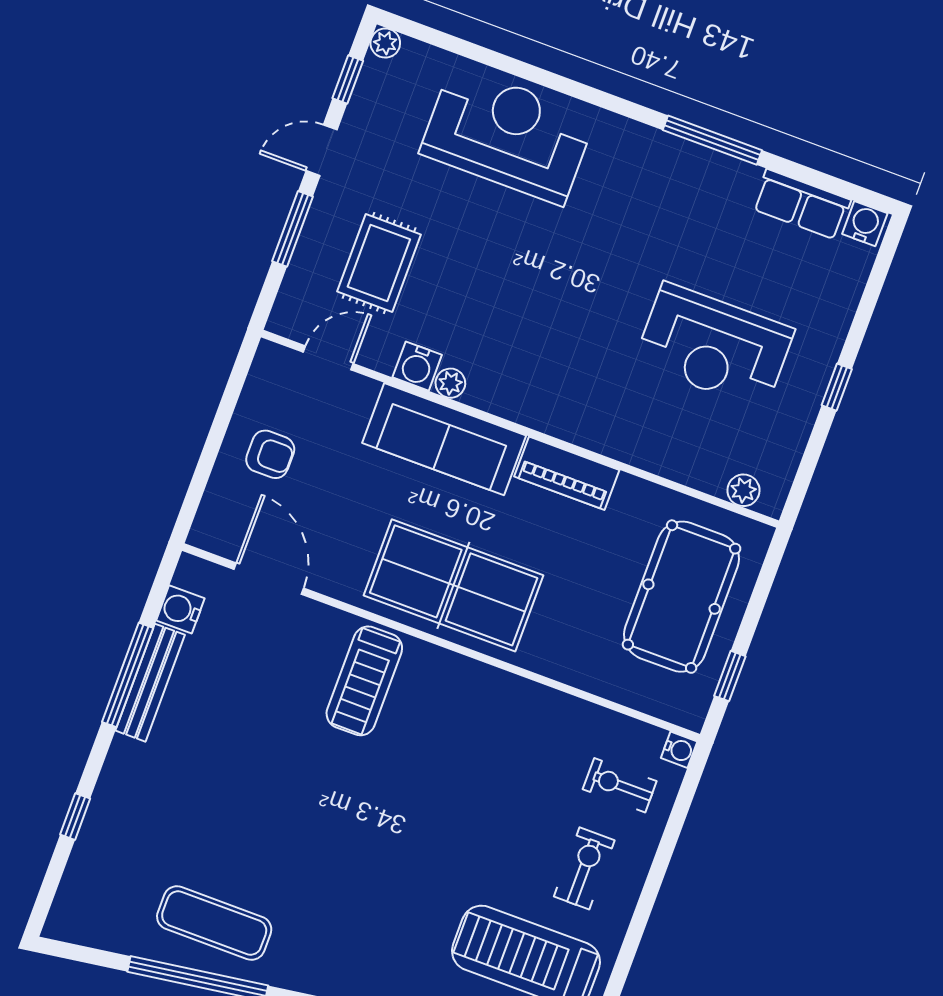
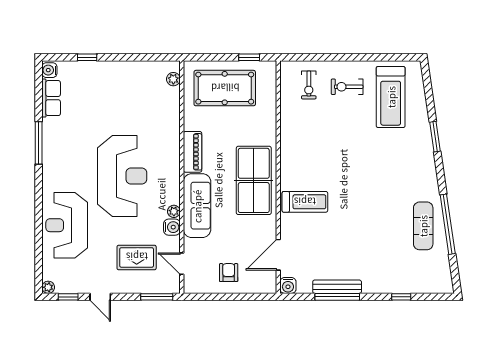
window: (293, 229) -> (157, 297), moved
reception desk: (714, 346) -> (122, 176), moved, width x1.36, depth x1.30
window: (837, 387) -> (87, 57), moved
water cooler: (180, 609) -> (288, 285), moved
water cooler: (679, 750) -> (286, 67), removed

